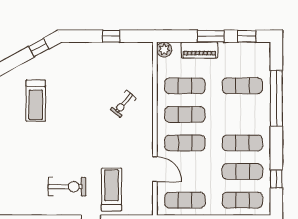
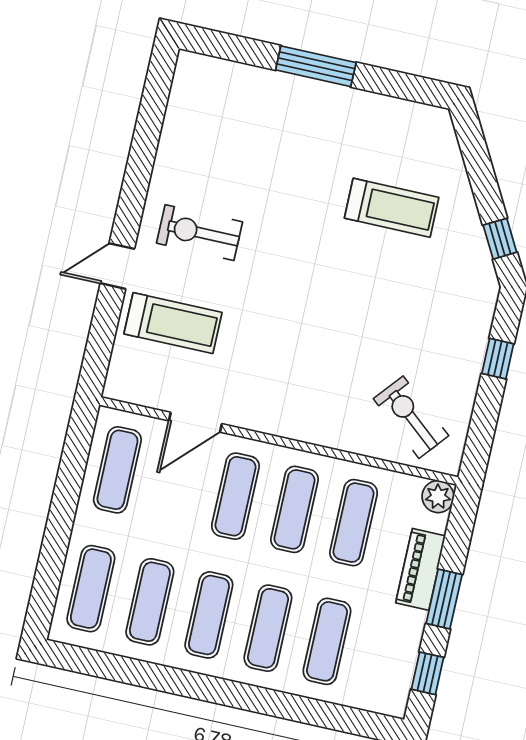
window: (111, 36) -> (498, 359), moved
window: (276, 98) -> (285, 706), removed
treadmill: (36, 101) -> (392, 208), turned 180
exercise bike: (123, 104) -> (411, 417), moved, width x1.38, depth x1.39
exercise mat: (242, 114) -> (268, 628), added
window: (276, 179) -> (119, 669), removed
exercise bike: (67, 187) -> (200, 233), turned 90

